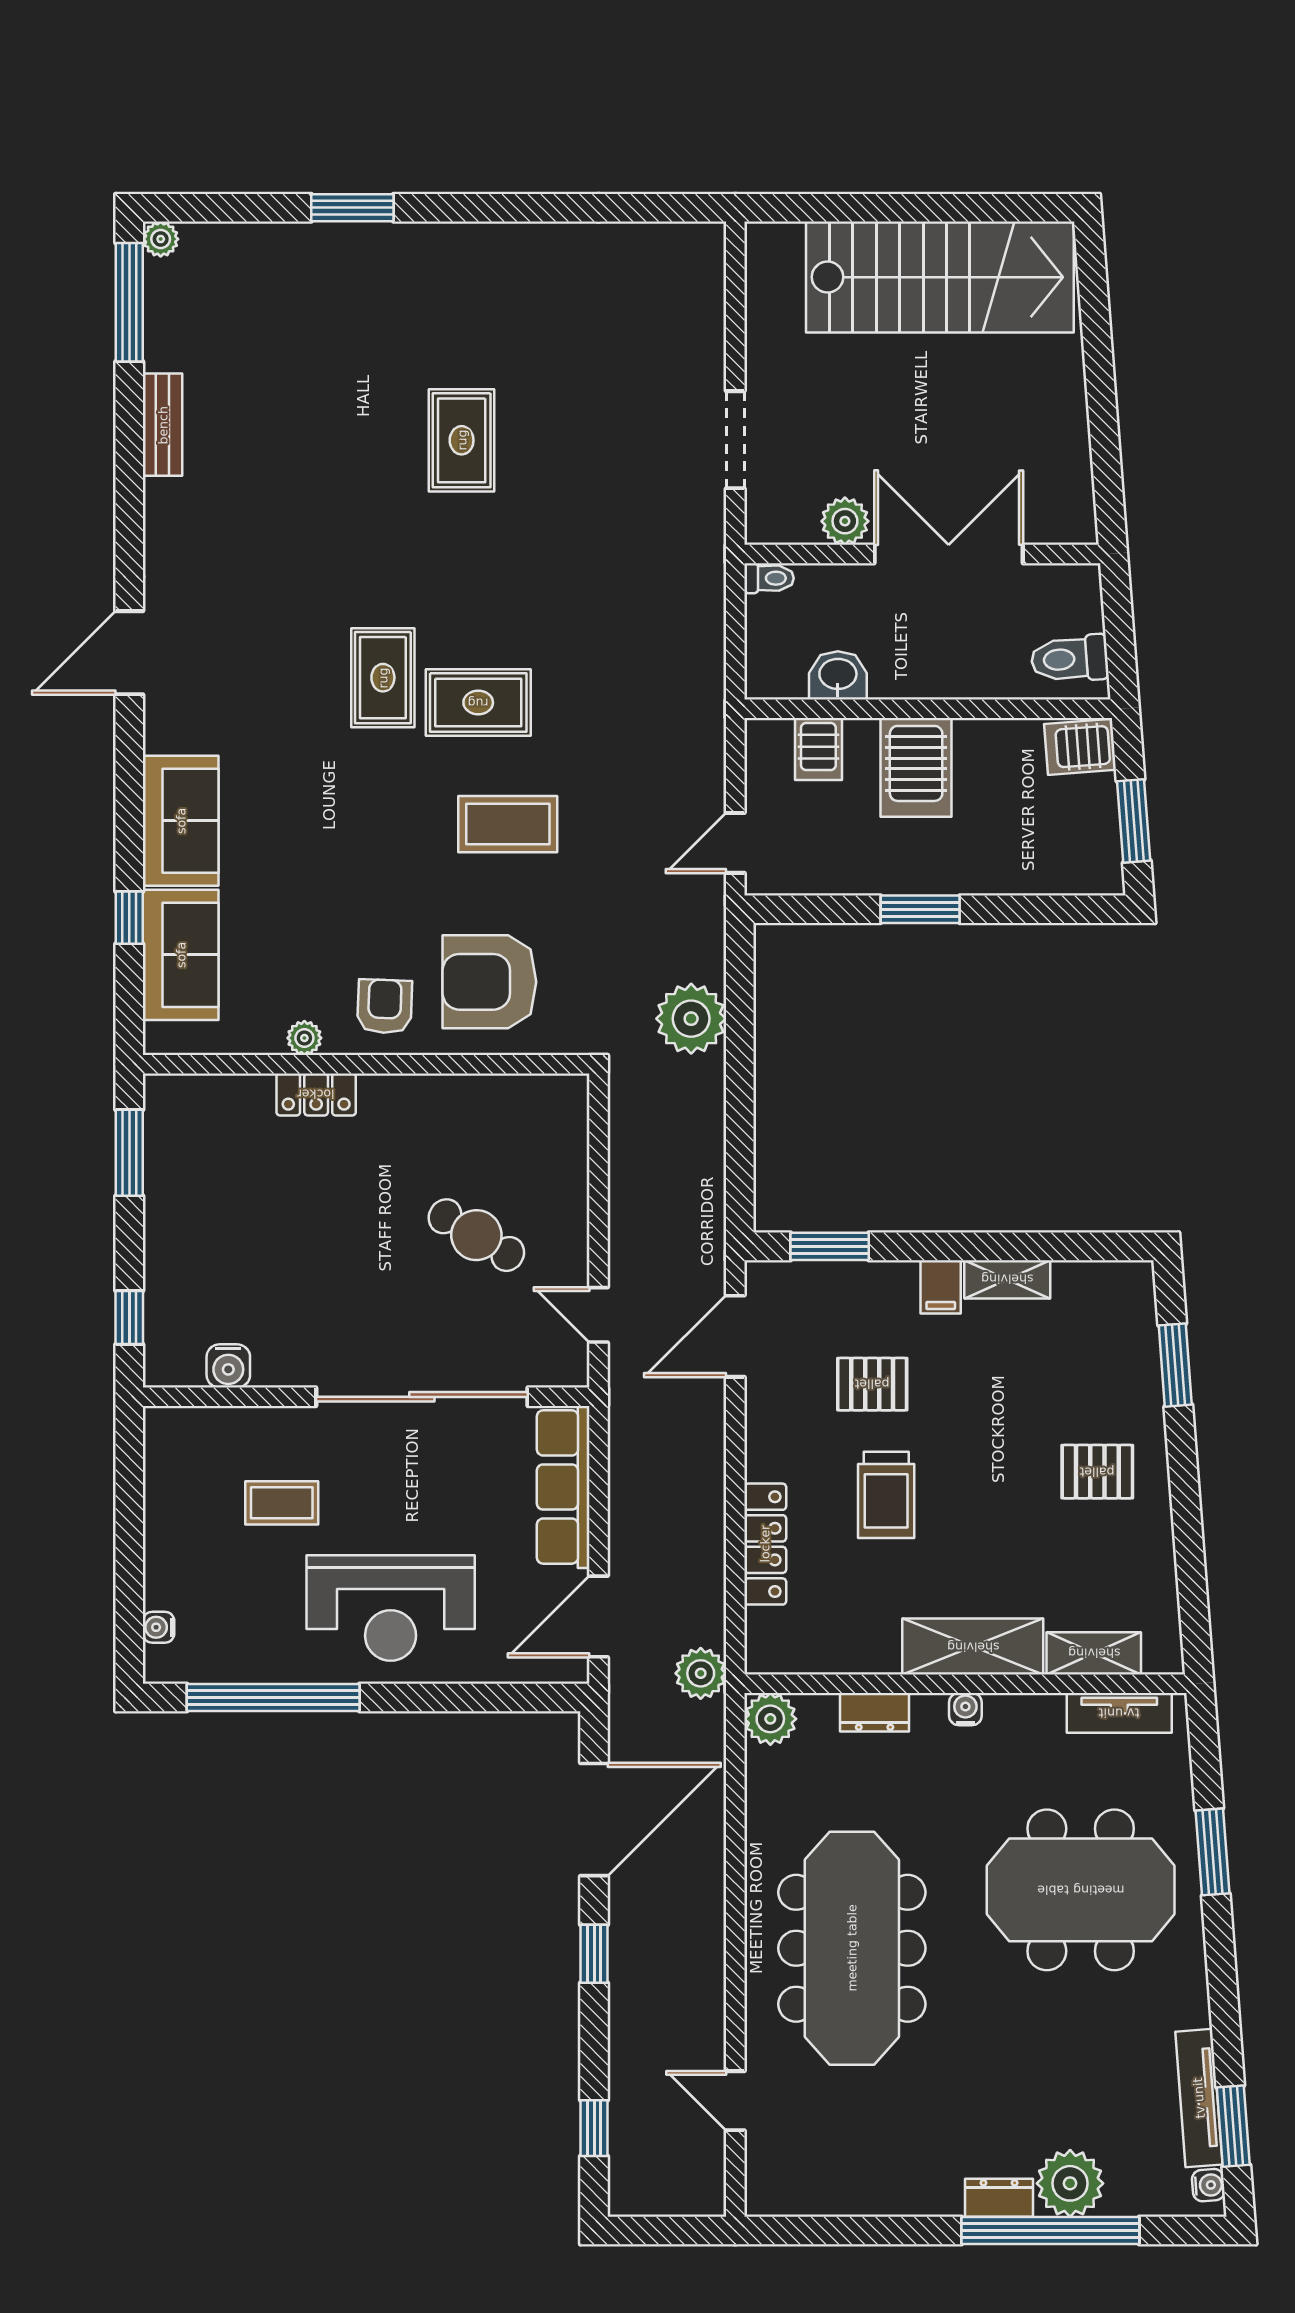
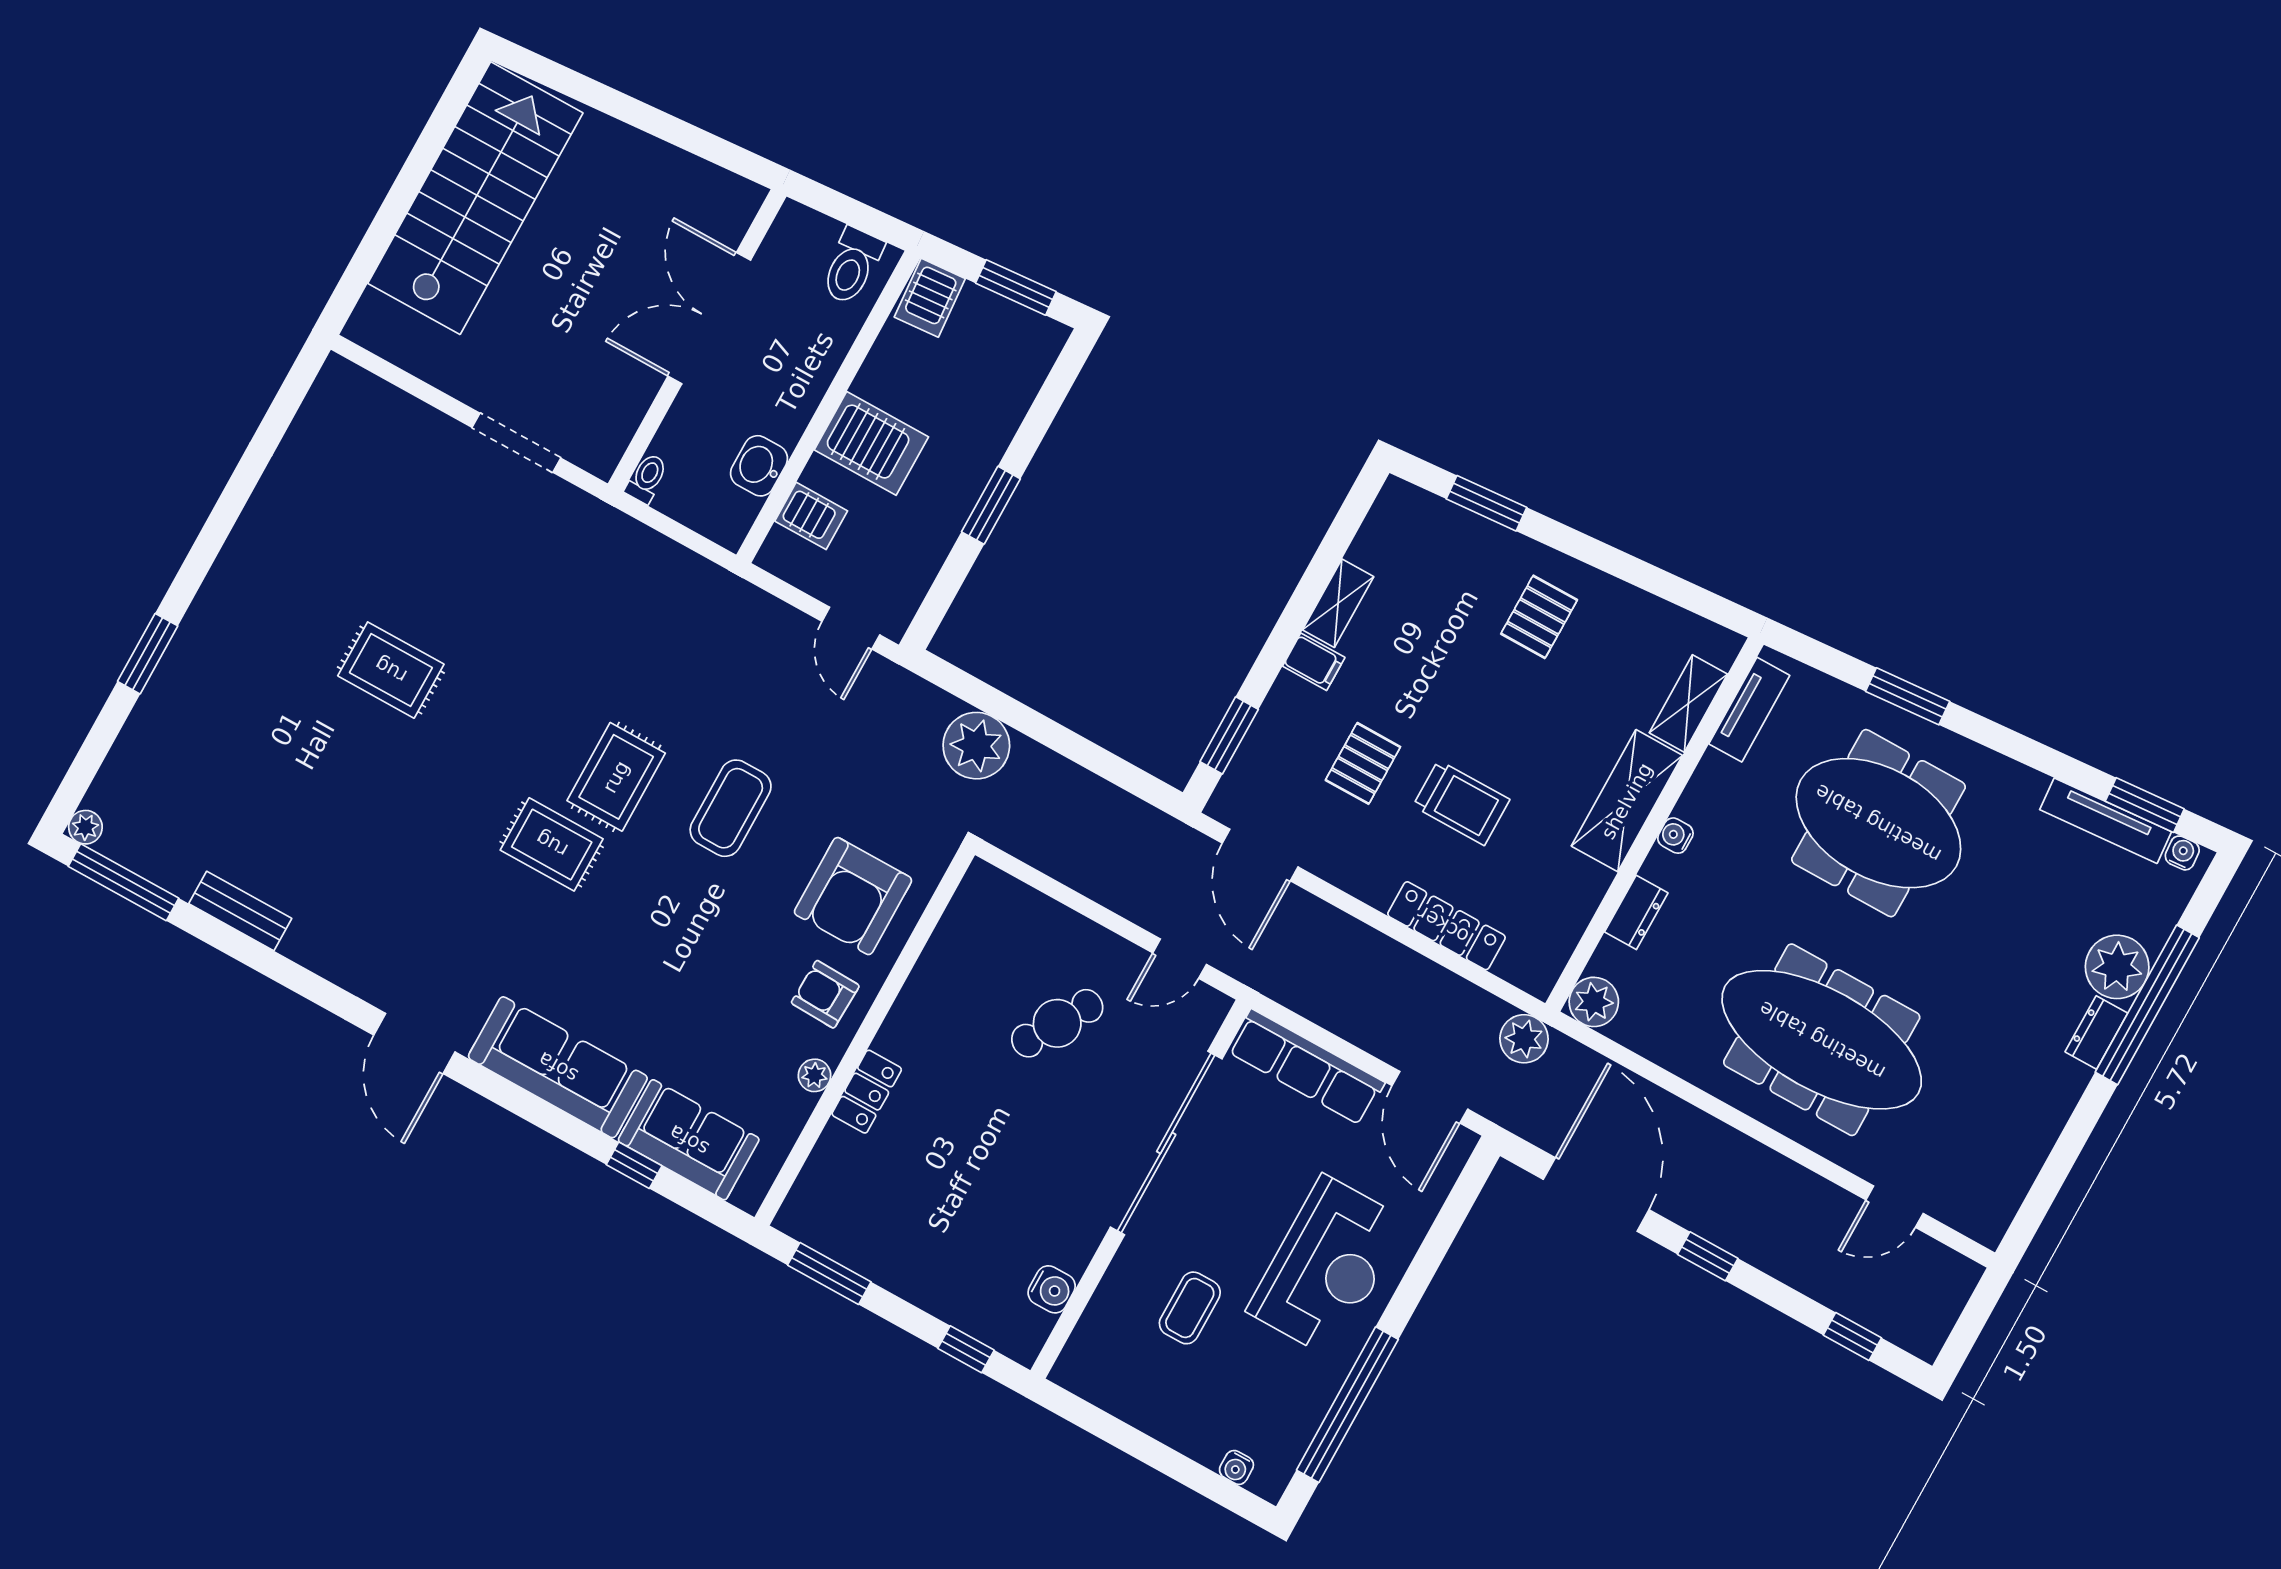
plant: (845, 521) -> (634, 389), removed
sofa: (181, 821) -> (558, 1067), width x1.36
meeting table: (1081, 1890) -> (1878, 823), turned 90

